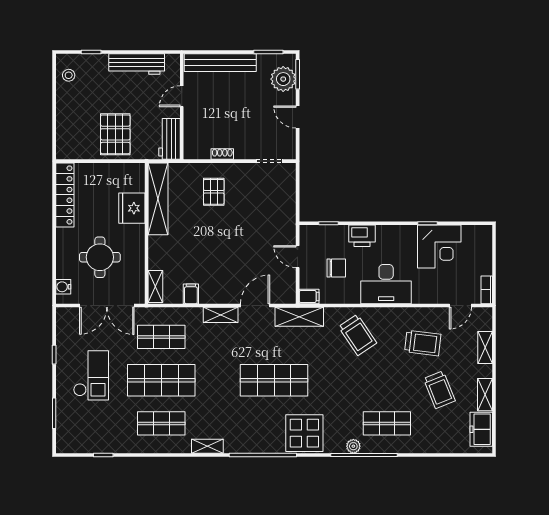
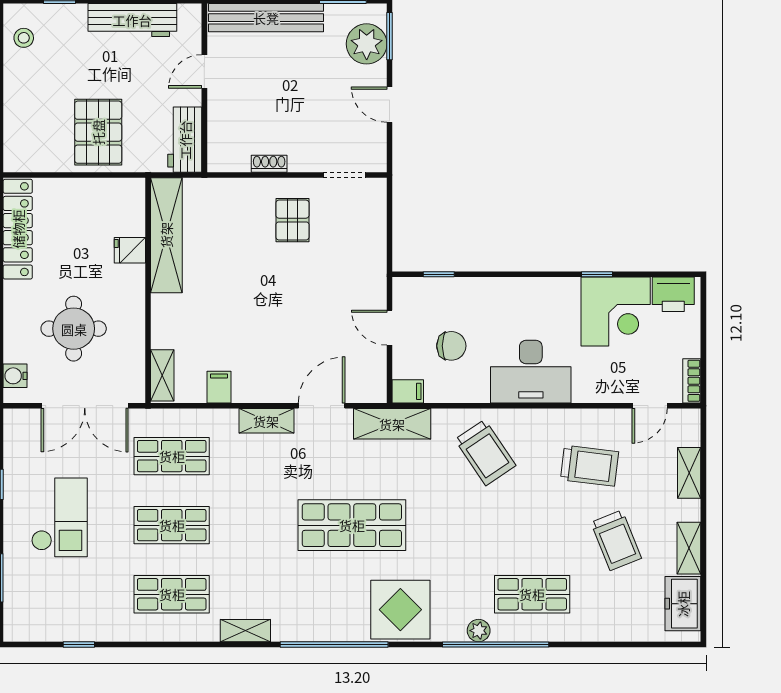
pallet: (214, 192) -> (292, 220), moved
fridge: (132, 208) -> (130, 250), width x0.53, depth x0.75
printer: (362, 236) -> (673, 294), moved
shop shelf: (161, 380) -> (172, 525), width x0.70, depth x0.74

